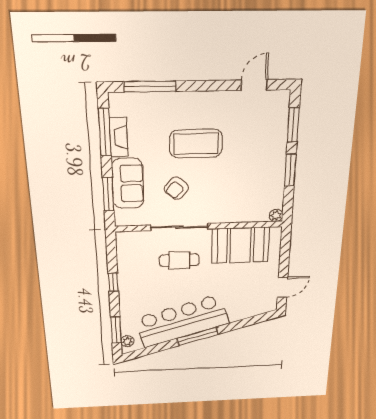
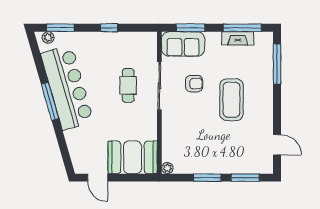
sofa: (128, 183) -> (183, 44), moved
armchair: (176, 188) -> (194, 84), turned 140
booth: (240, 245) -> (132, 157), moved, turned 90

